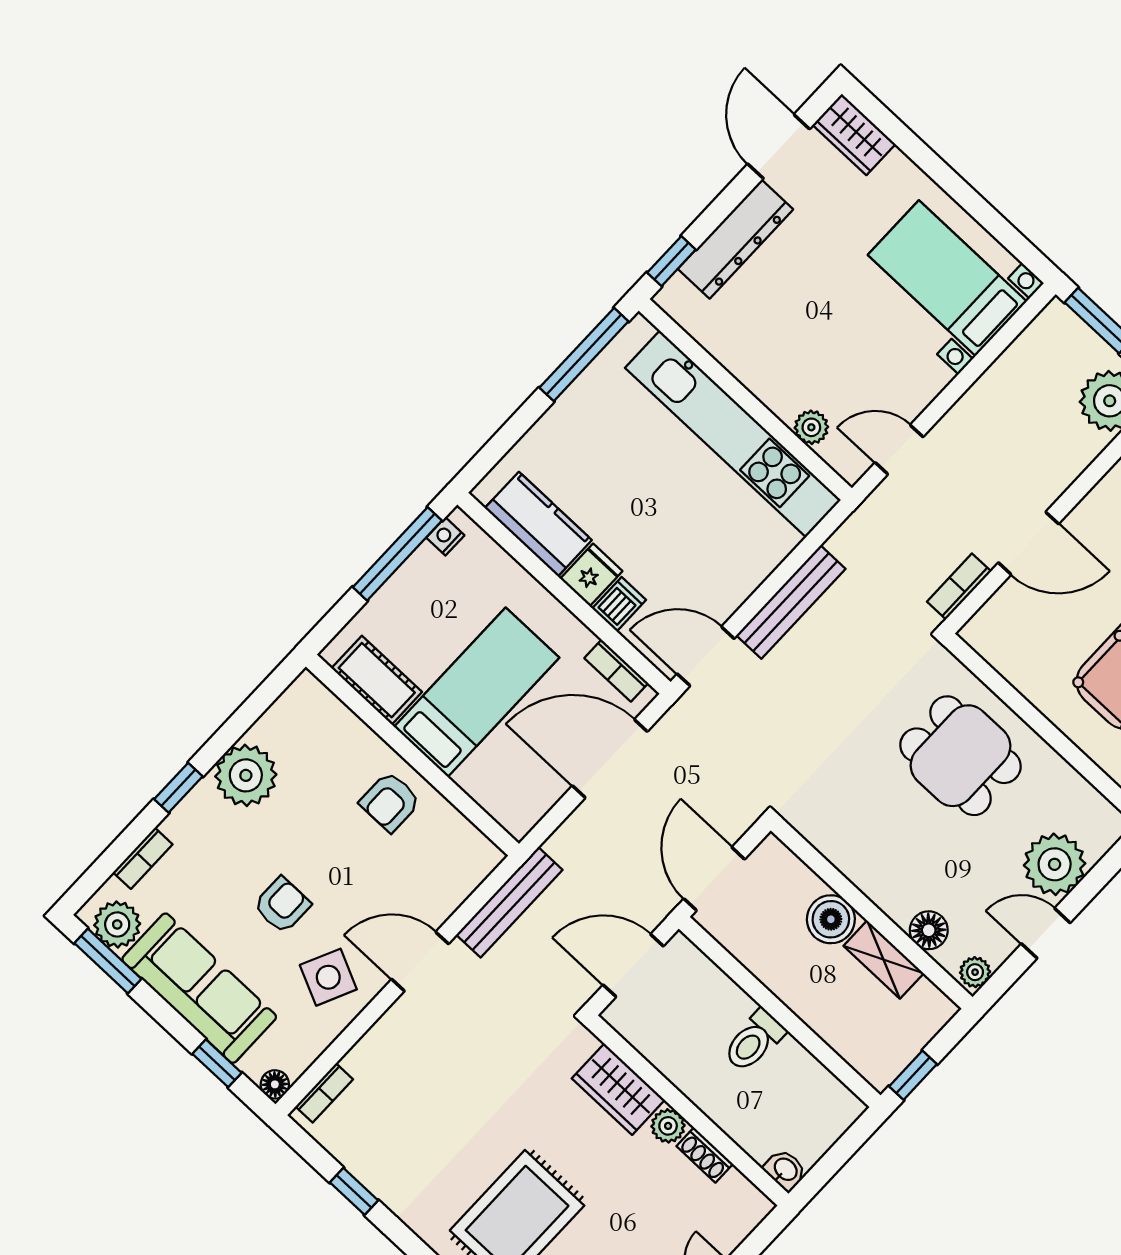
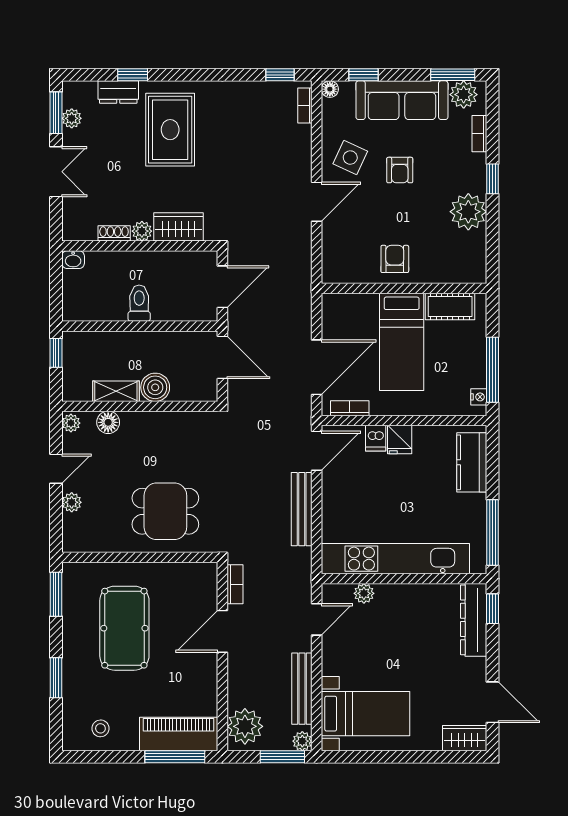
dresser: (735, 239) -> (474, 620), moved
plant: (1056, 317) -> (302, 741), added
kitchen counter: (538, 524) -> (472, 462), moved, turned 90
plant: (1055, 864) -> (72, 502), width x0.53, depth x0.53
bench: (509, 902) -> (302, 689), moved
window: (354, 1191) -> (280, 75), moved

